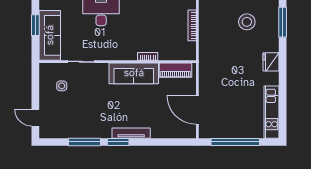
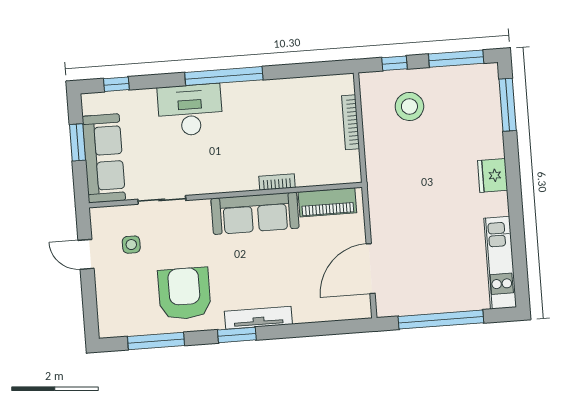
stool: (247, 22) -> (409, 106), moved
door: (197, 110) -> (371, 269), hinge flipped
armchair: (90, 116) -> (184, 293), added
door: (35, 118) -> (86, 254), moved
window: (84, 142) -> (156, 341), moved

